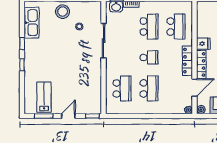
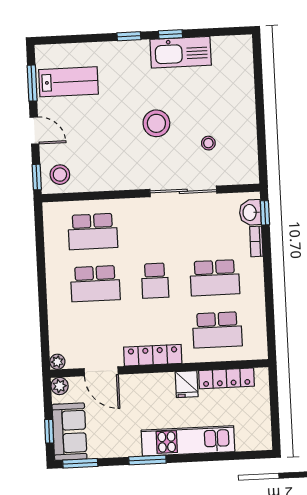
stool: (63, 12) -> (156, 123), moved
kitchen sink: (32, 23) -> (181, 52), moved
locker: (201, 64) -> (226, 378), moved
stool: (92, 104) -> (60, 175), added

